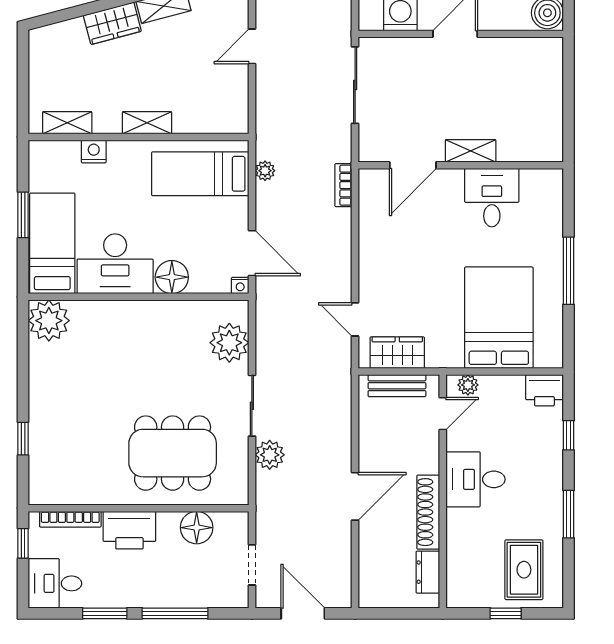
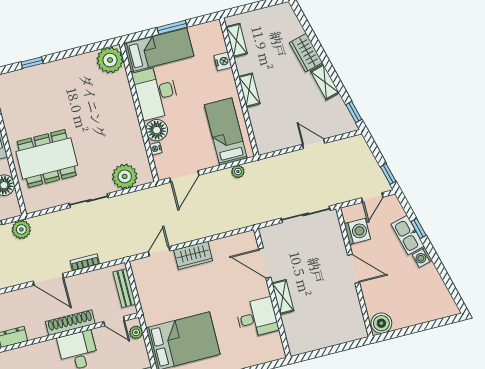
bookcase: (343, 185) -> (85, 262), moved
nightstand: (240, 285) -> (156, 149), moved
wardrobe: (397, 353) -> (193, 255), moved, turned 90
dining table: (173, 453) -> (47, 158), turned 90
plant: (270, 455) -> (21, 229), moved
shoe rack: (428, 512) -> (70, 323), moved

